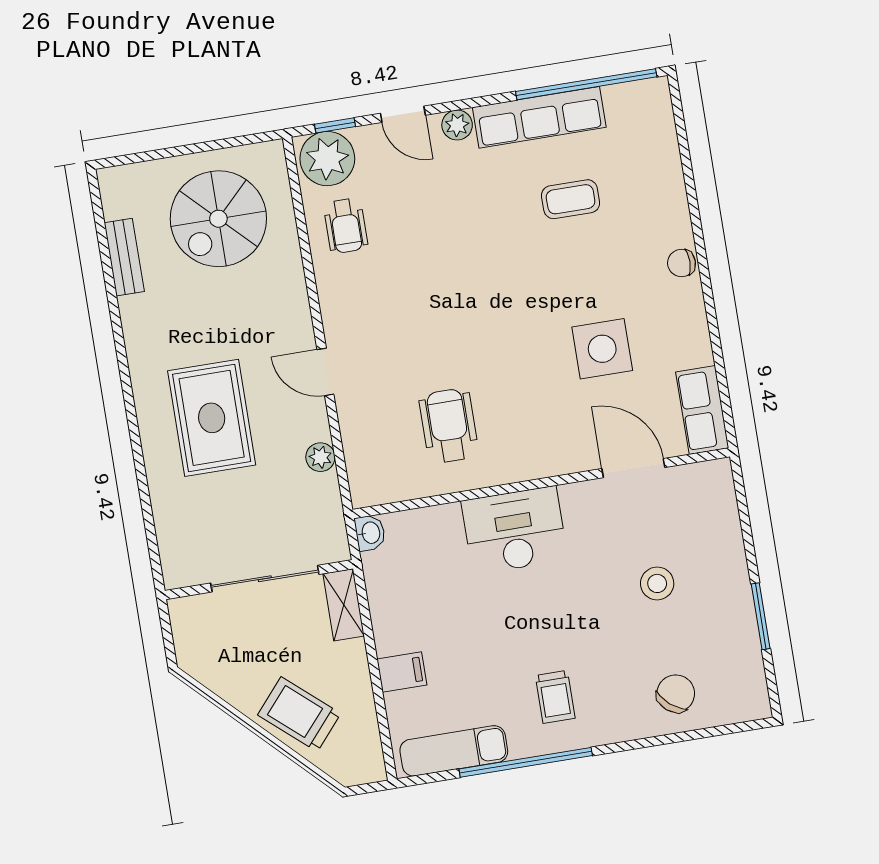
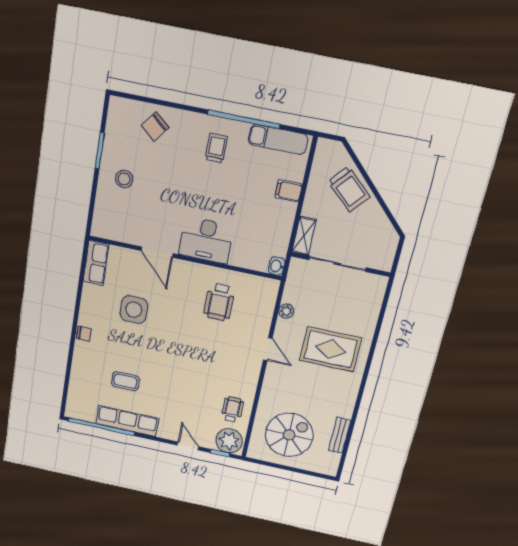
plant: (457, 125) -> (165, 432), removed
rug: (212, 418) -> (330, 349), turned 90
door: (633, 468) -> (157, 252), moved
stool: (657, 583) -> (124, 179), moved

